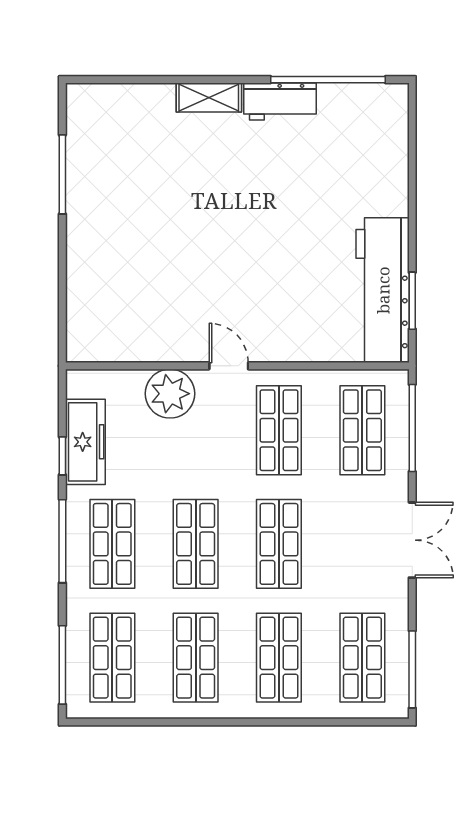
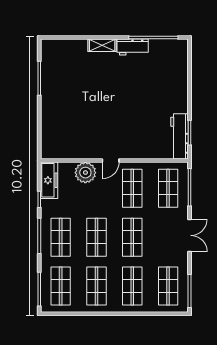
workbench: (383, 290) -> (180, 136), width x0.73, depth x0.76
door: (229, 366) -> (111, 161), swing flipped
freezer: (85, 442) -> (49, 180), moved

